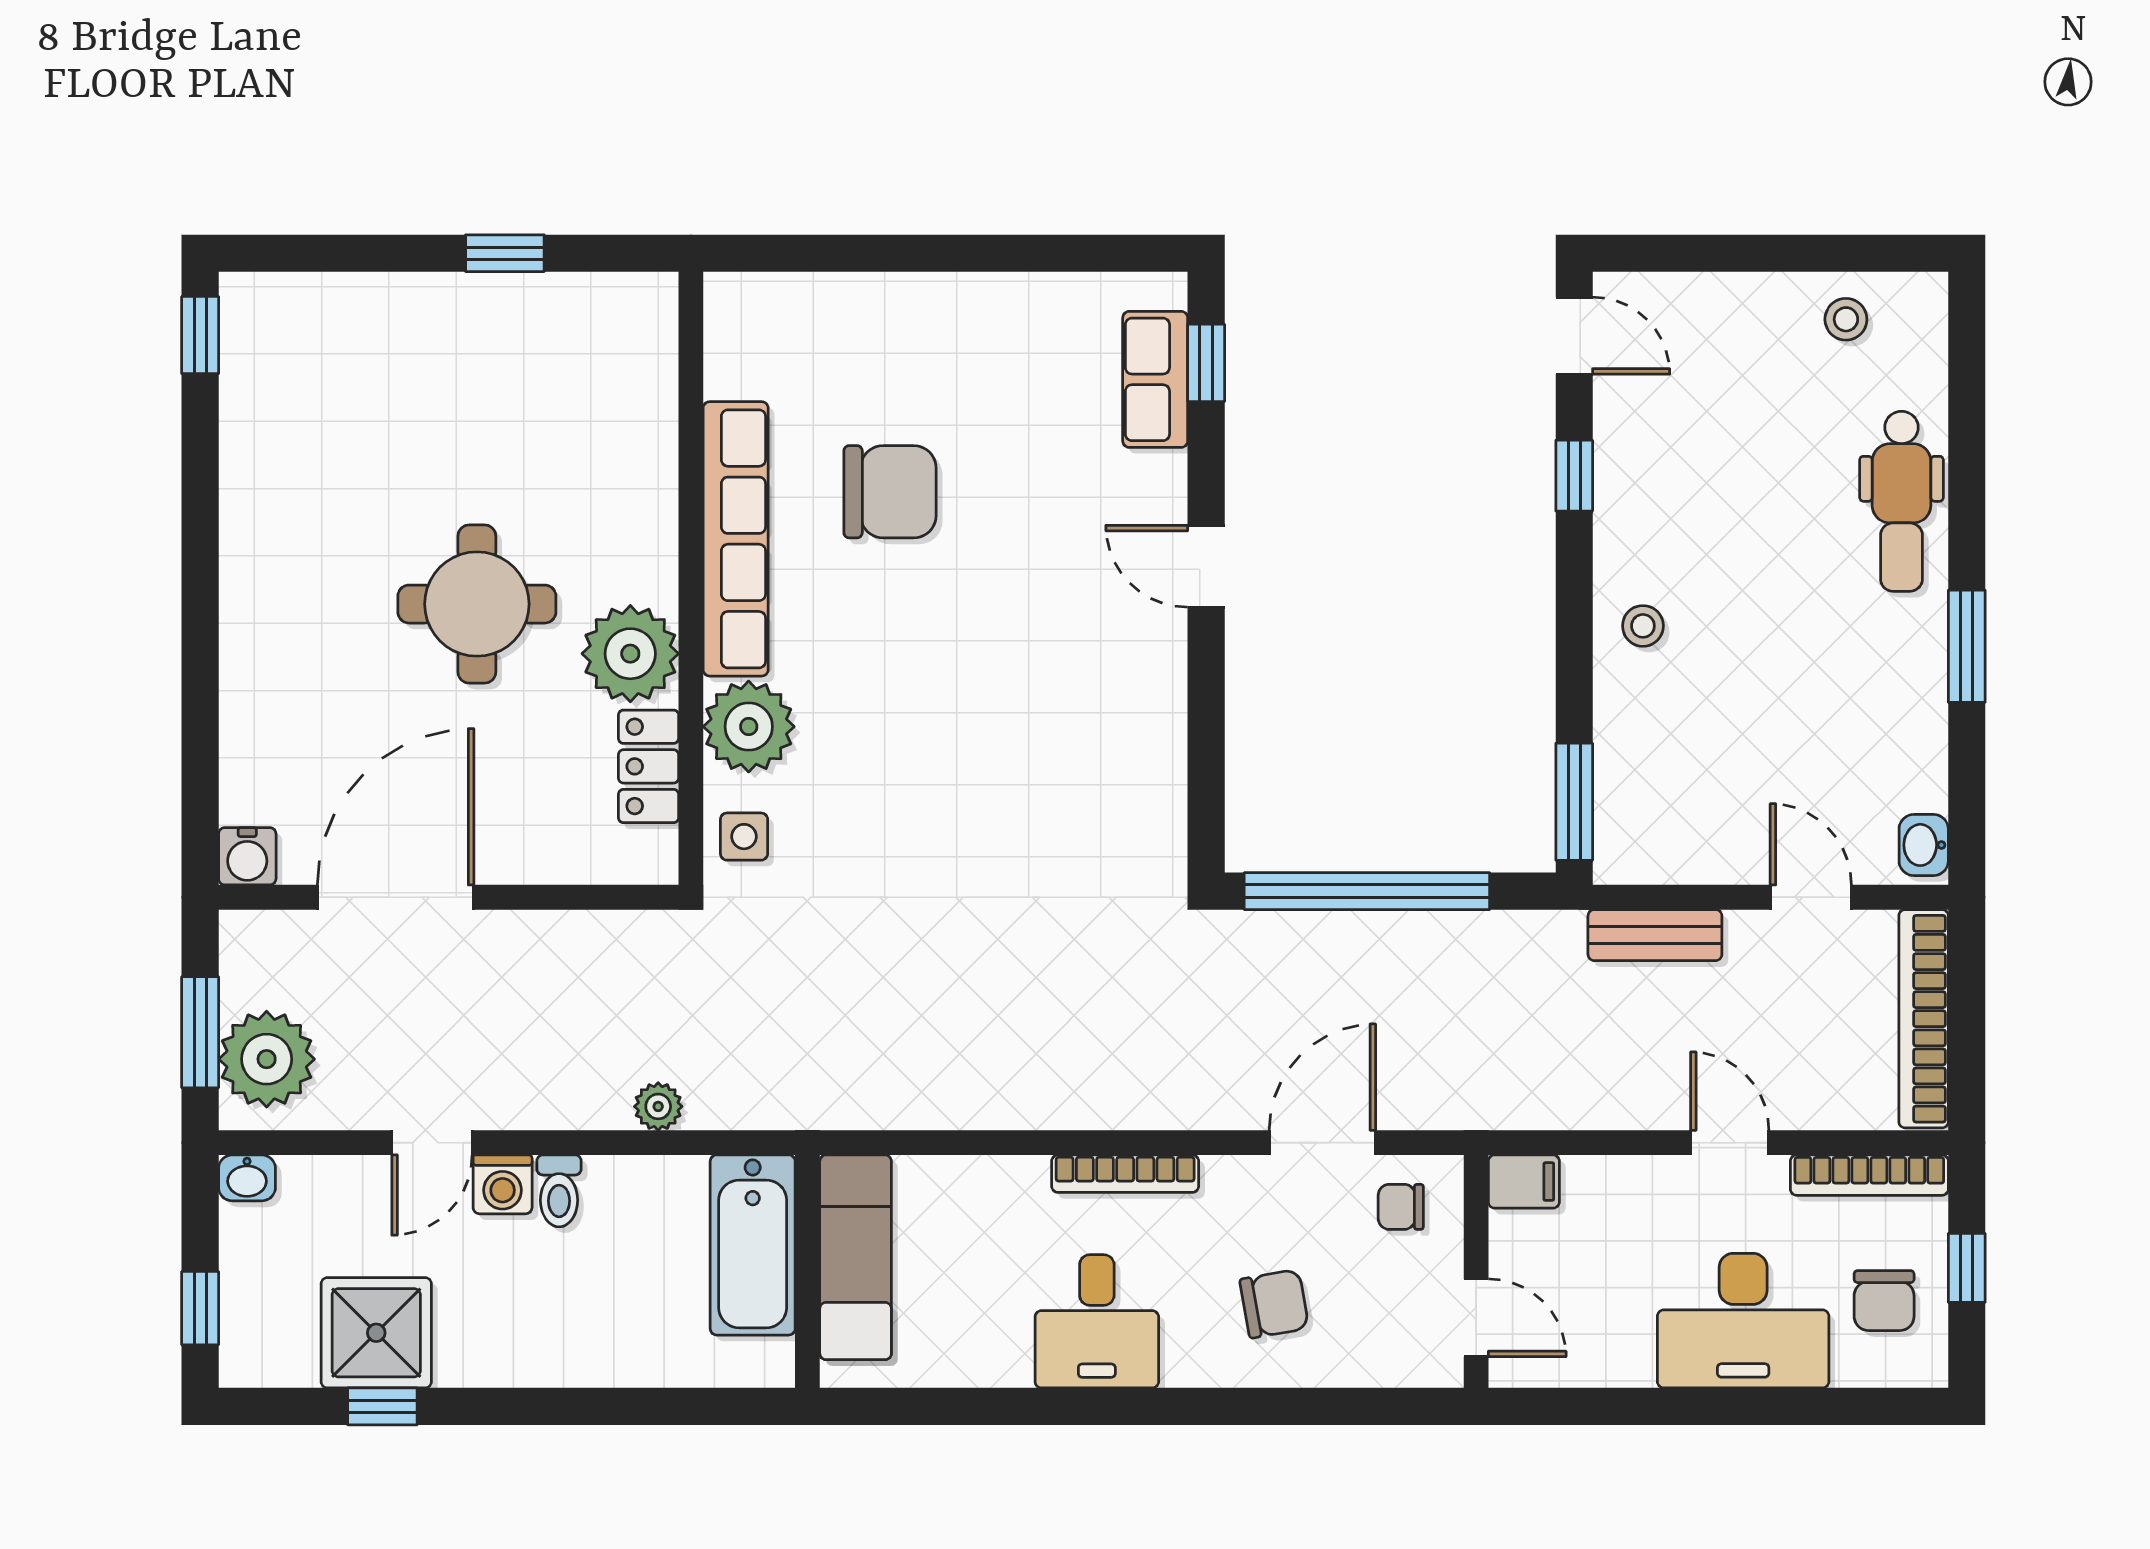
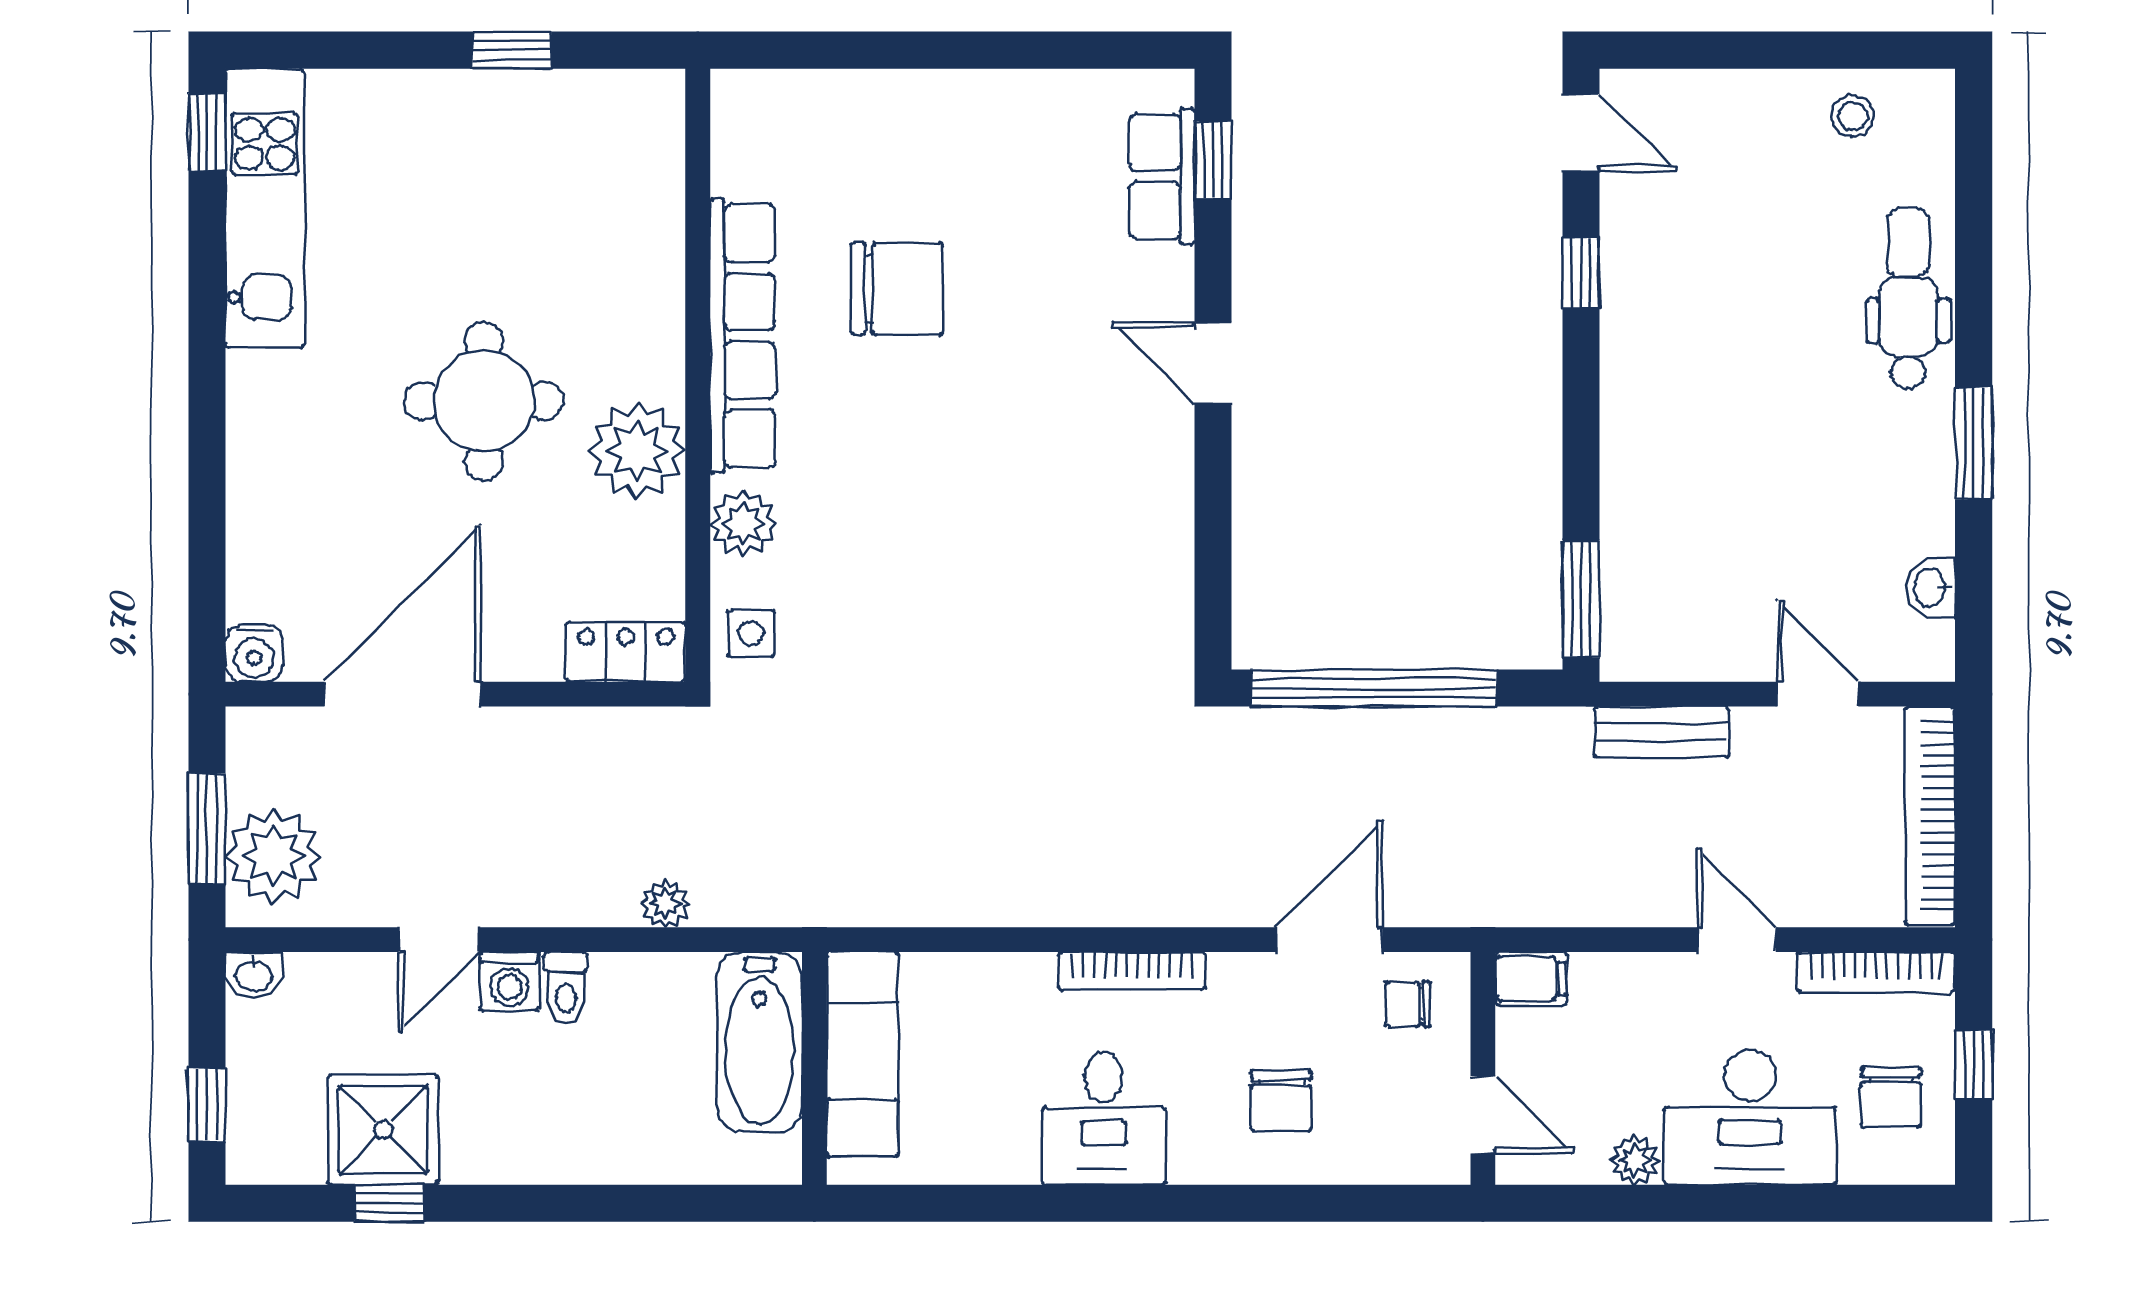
kitchen unit: (258, 411) -> (265, 208), added
dental chair: (1901, 501) -> (1908, 298), turned 180
stool: (1643, 626) -> (1650, 423), removed
plant: (749, 727) -> (743, 523), width x0.73, depth x0.73
locker: (649, 766) -> (626, 652), moved, turned 90
washbasin: (1924, 845) -> (1931, 588), moved
chair: (1274, 1304) -> (1281, 1101), turned 100
plant: (1628, 1363) -> (1635, 1160), added

